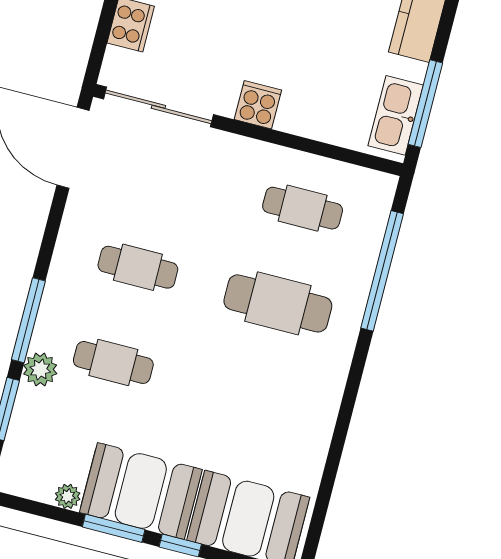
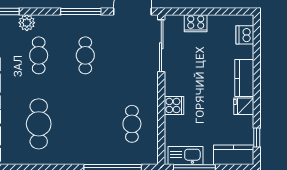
cooker: (258, 105) -> (174, 105), moved
cafe table: (278, 303) -> (39, 124), moved
window: (28, 320) -> (81, 11), moved

